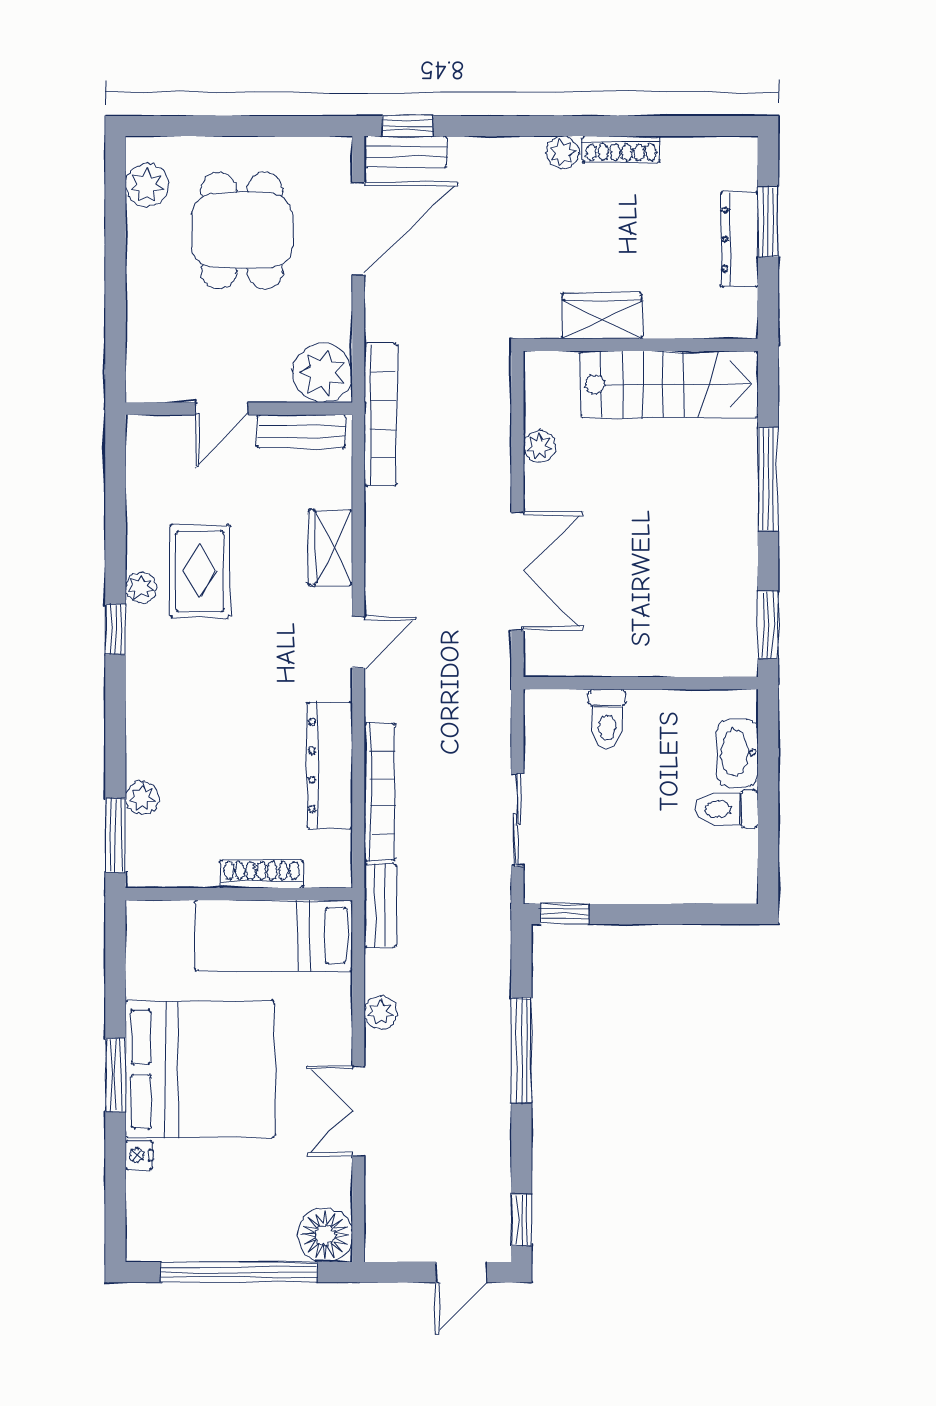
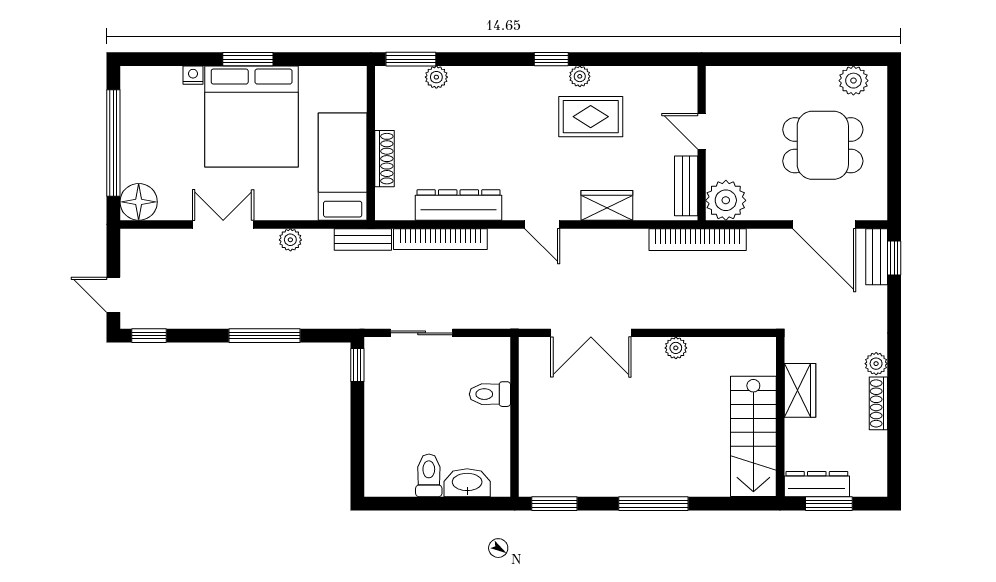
wardrobe: (602, 316) -> (800, 390), moved
wall: (641, 345) -> (780, 417), moved
stairs: (669, 384) -> (753, 436), moved

